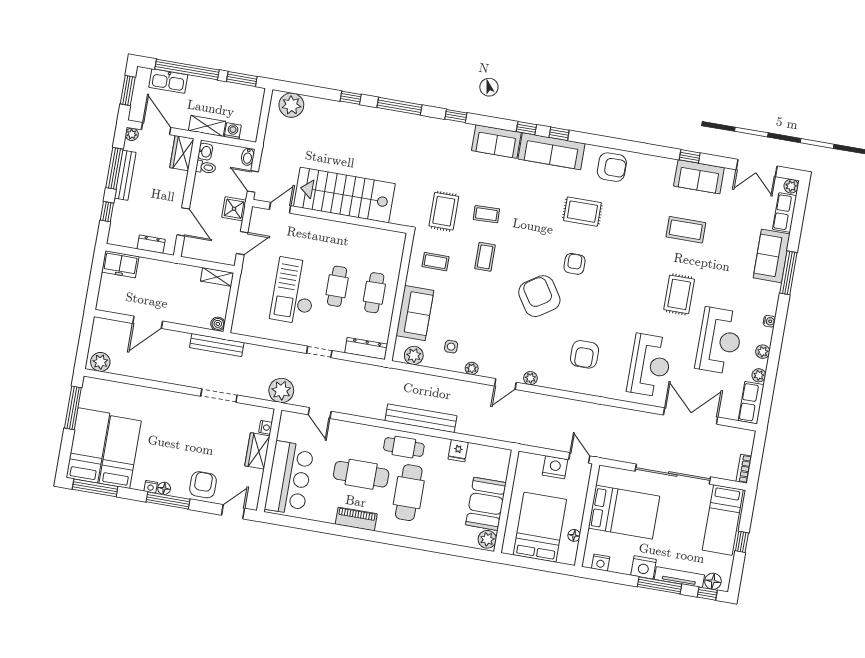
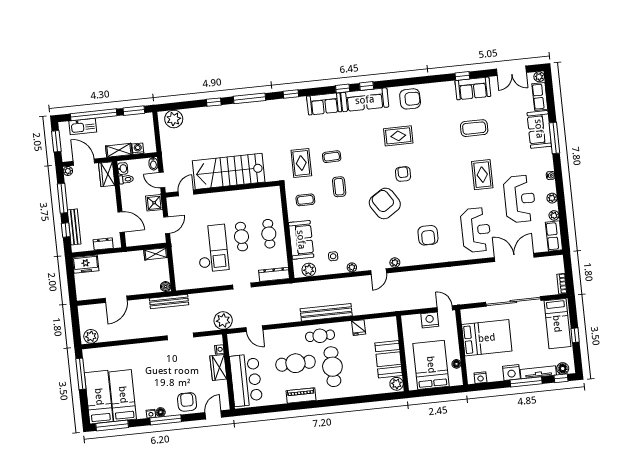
bench: (125, 175) -> (74, 227), moved
checkout: (294, 291) -> (212, 248), turned 180

